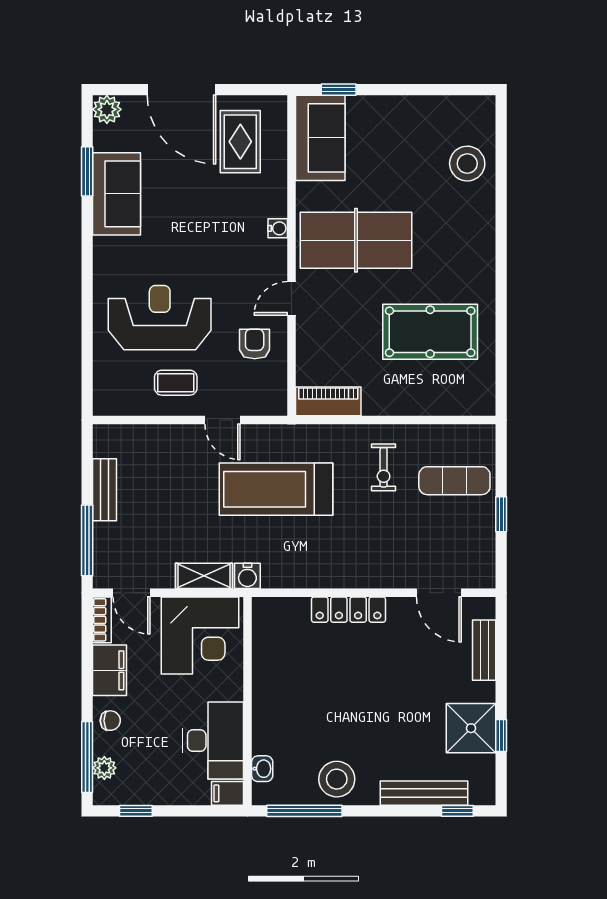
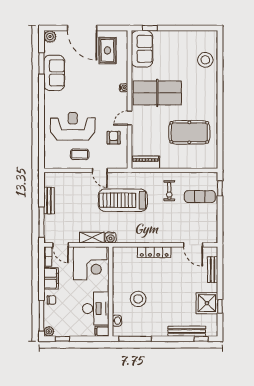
window: (501, 514) -> (220, 188), moved
plant: (104, 768) -> (49, 331), moved
stool: (337, 779) -> (138, 299), moved

